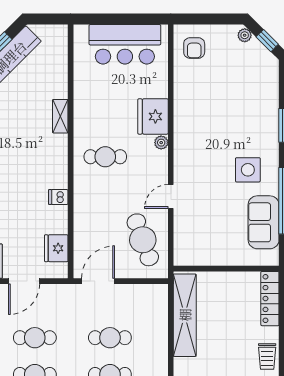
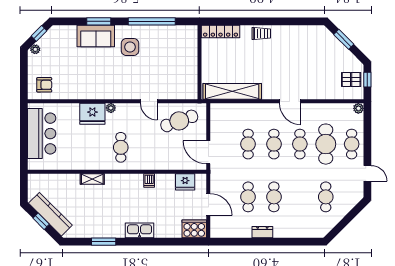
sofa: (264, 222) -> (96, 36), moved

